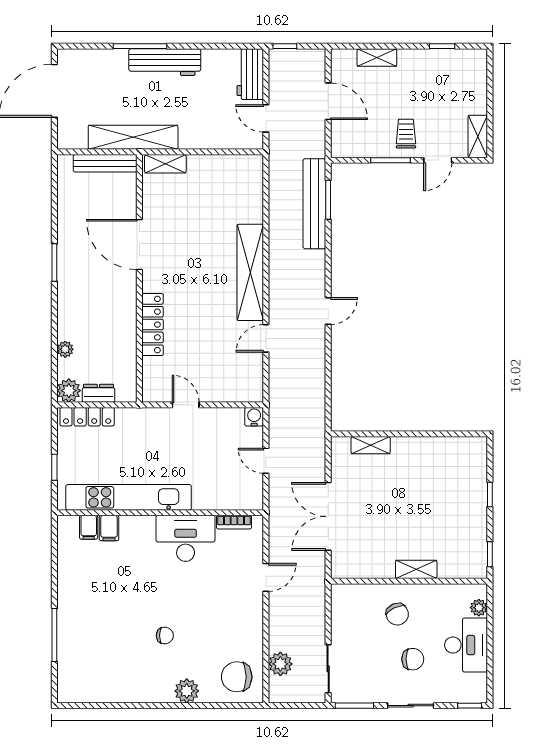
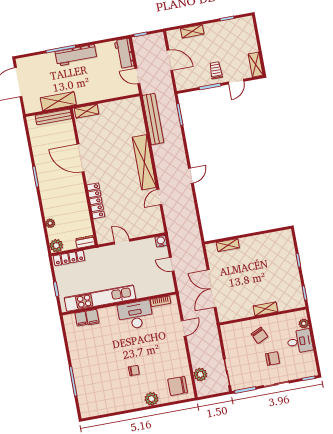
shelving: (133, 137) -> (58, 101), width x0.68
bench: (314, 204) -> (153, 119), moved
dresser: (98, 393) -> (85, 242), moved
desk: (466, 645) -> (300, 341), width x0.73

